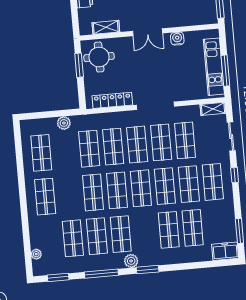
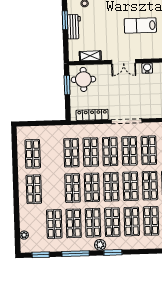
plant: (64, 123) -> (52, 131), removed
shop shelf: (145, 232) -> (112, 222), added

